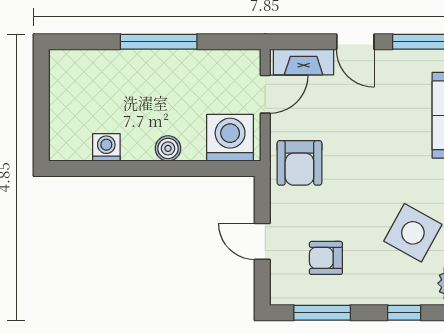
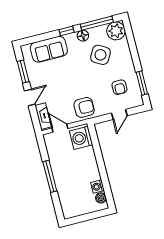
boiler: (168, 148) -> (101, 198), moved
window: (404, 313) -> (133, 50), removed

